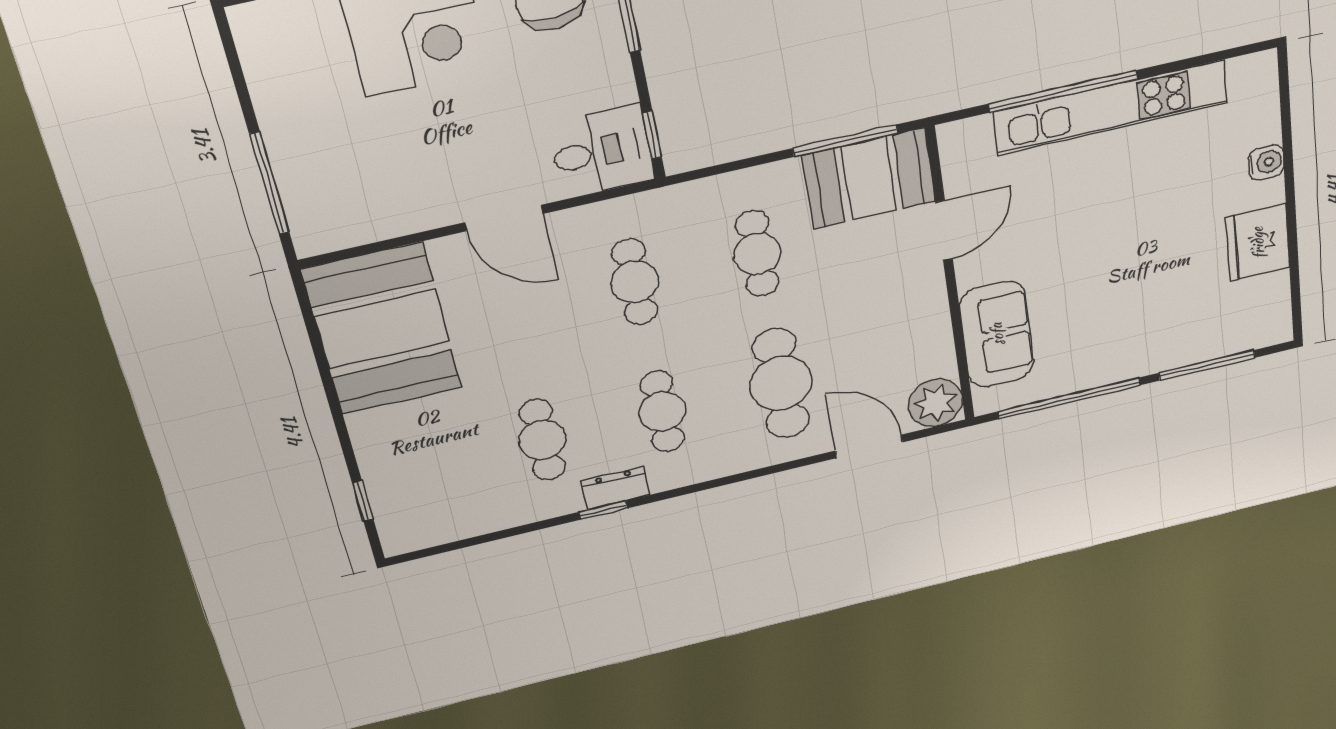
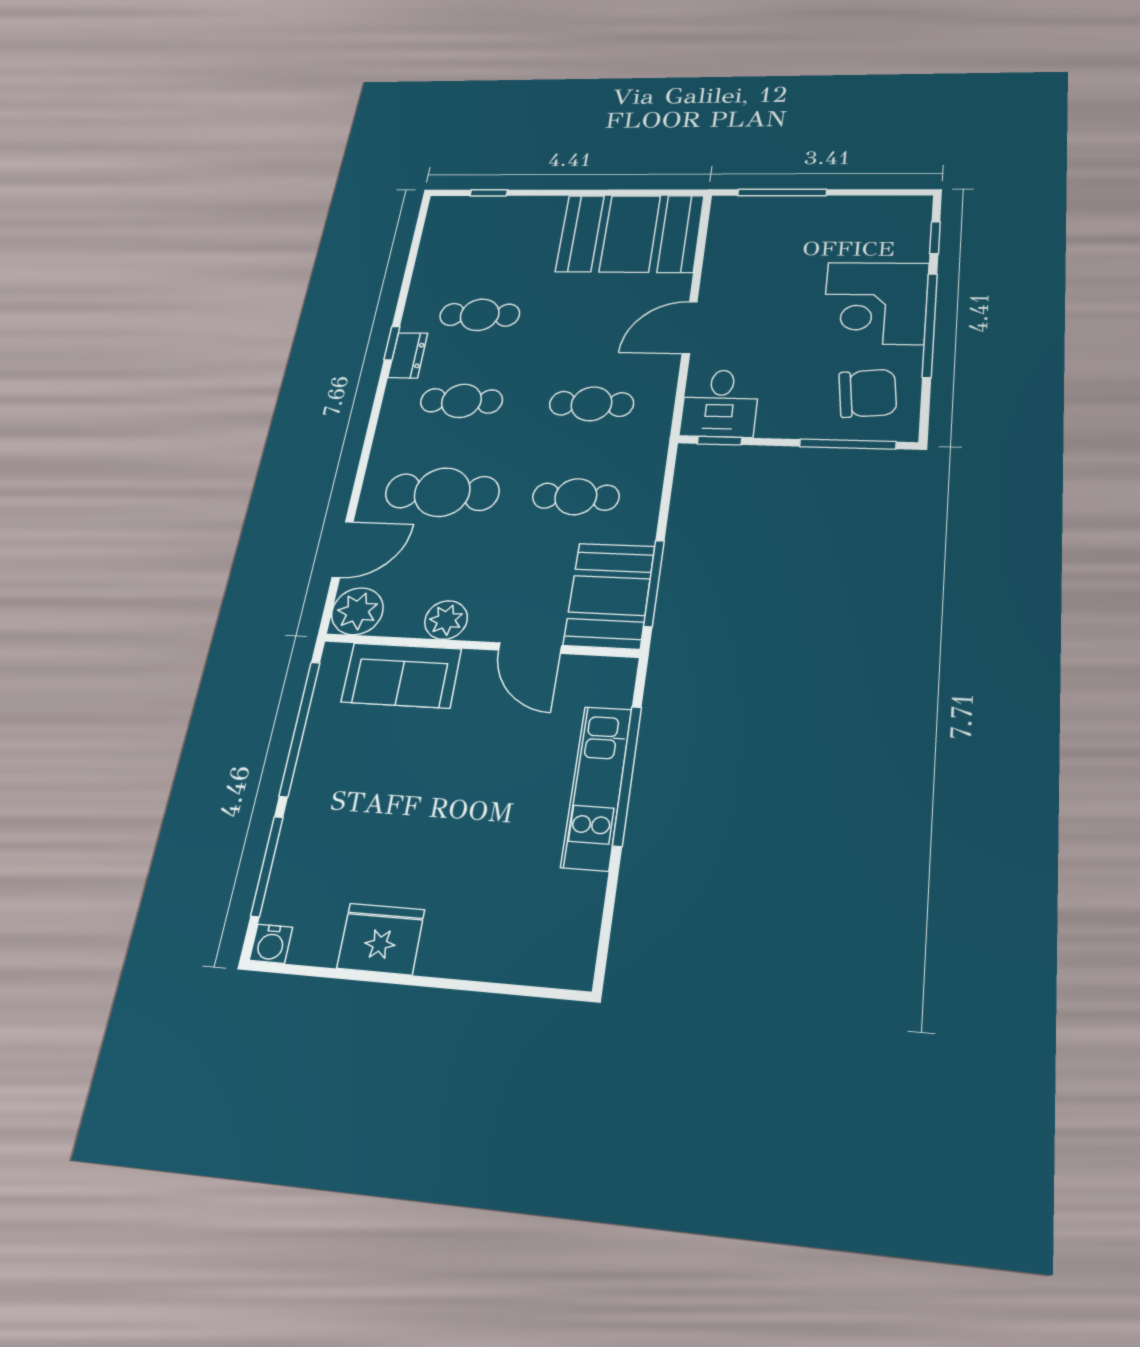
kitchen unit: (1111, 107) -> (597, 787), width x0.73
water cooler: (1266, 162) -> (271, 944), moved
plant: (928, 319) -> (446, 620), added

